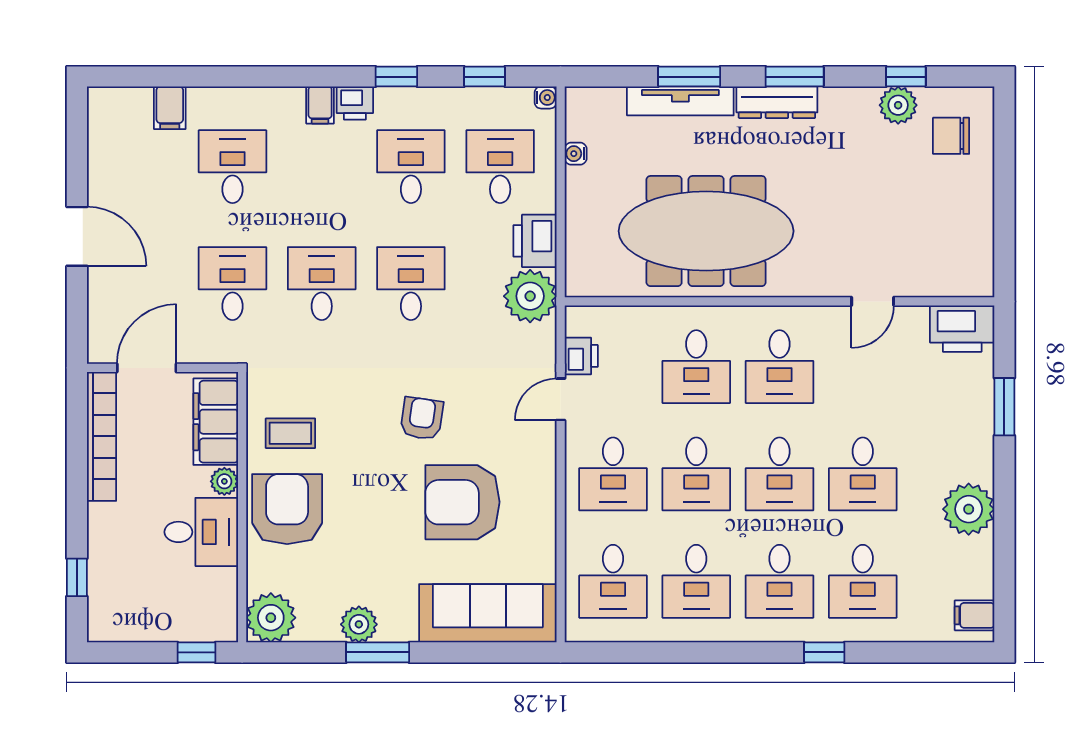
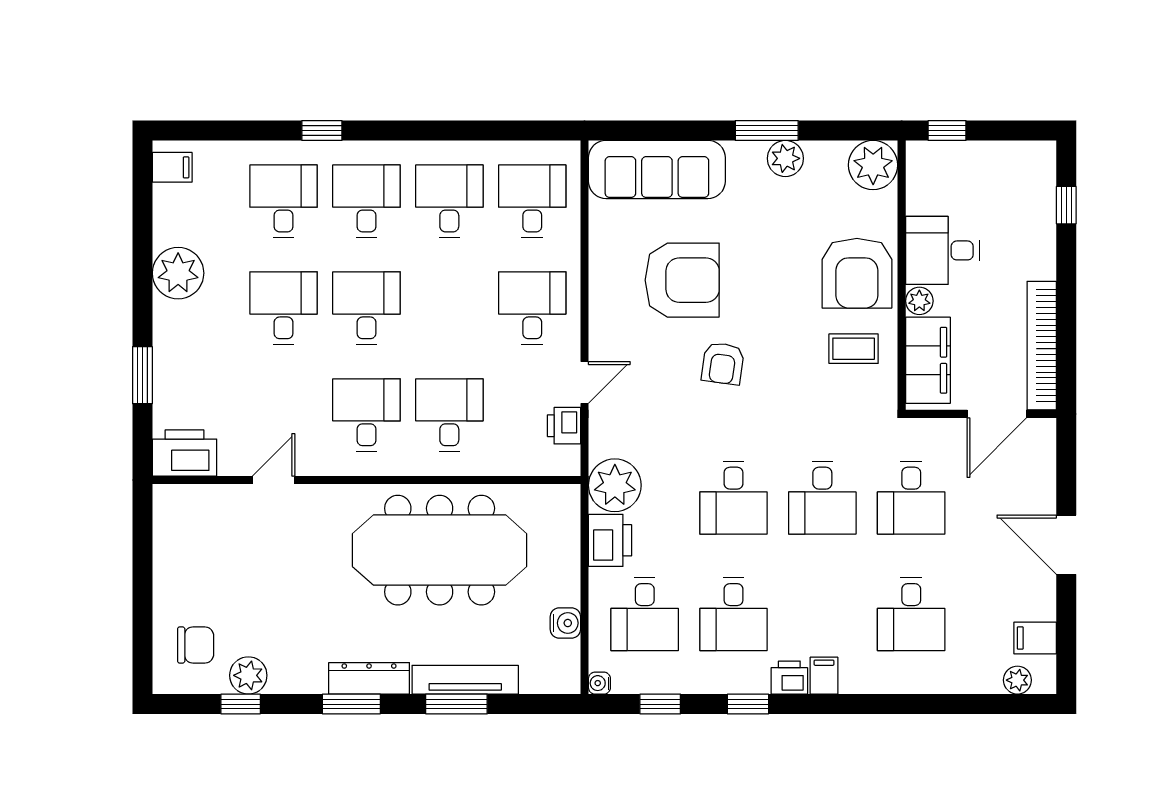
plant: (126, 101) -> (1017, 680), added
filing cabinet: (170, 108) -> (1035, 638), moved, turned -90
water cooler: (576, 154) -> (565, 623), width x1.38, depth x1.38
desk: (696, 474) -> (449, 308), removed

